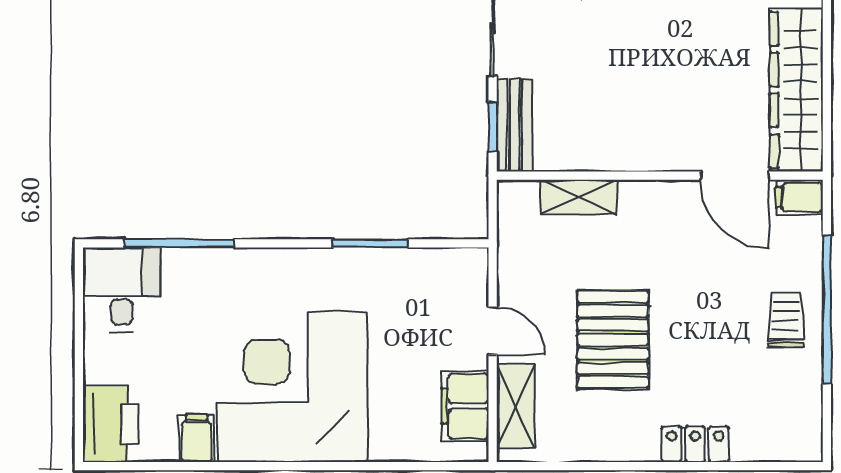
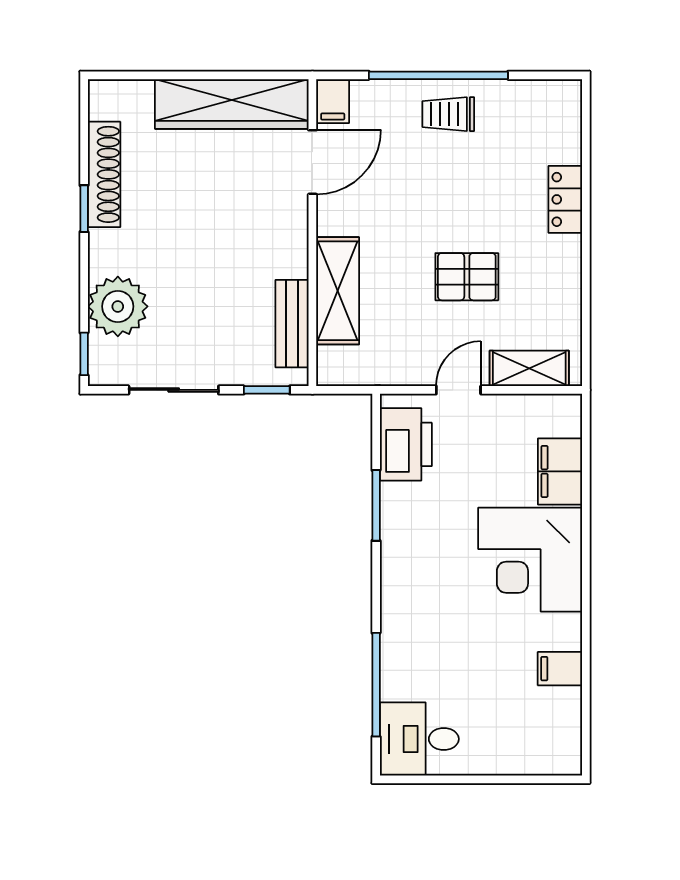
bench: (514, 125) -> (292, 324), moved, turned 90
shelving: (579, 197) -> (338, 291), width x1.50, depth x1.33
pallet: (613, 340) -> (467, 277), width x0.67, depth x0.71
corner desk: (292, 387) -> (530, 560), width x0.74, depth x0.74
filing cabinet: (465, 406) -> (560, 471), moved, turned 90
printer: (110, 424) -> (406, 444), moved, turned 90

